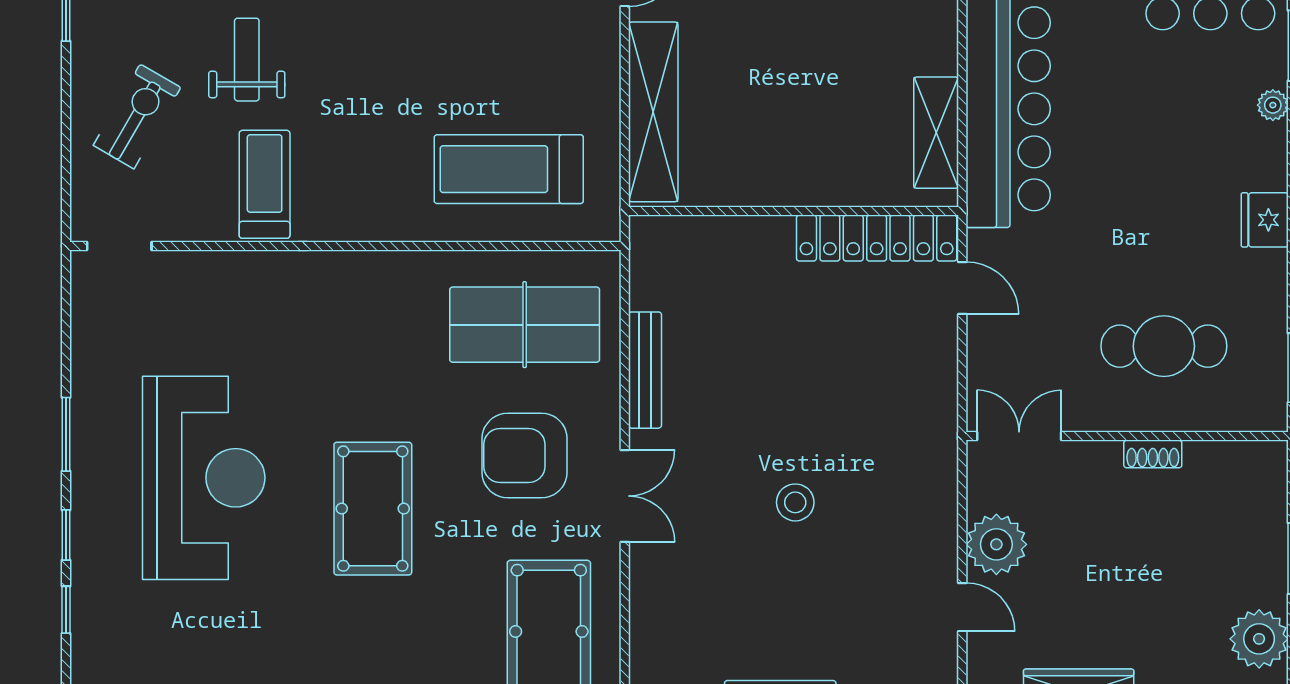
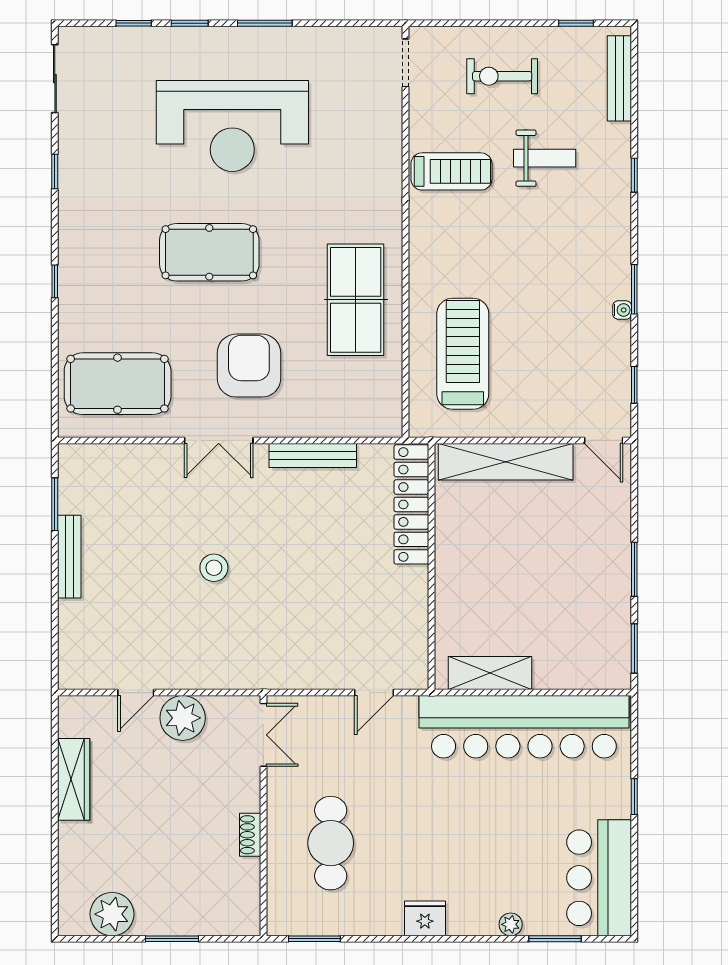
exercise bike: (137, 116) -> (502, 76), turned 150
locker: (877, 238) -> (411, 504), moved
table tennis table: (525, 325) -> (356, 300), moved

